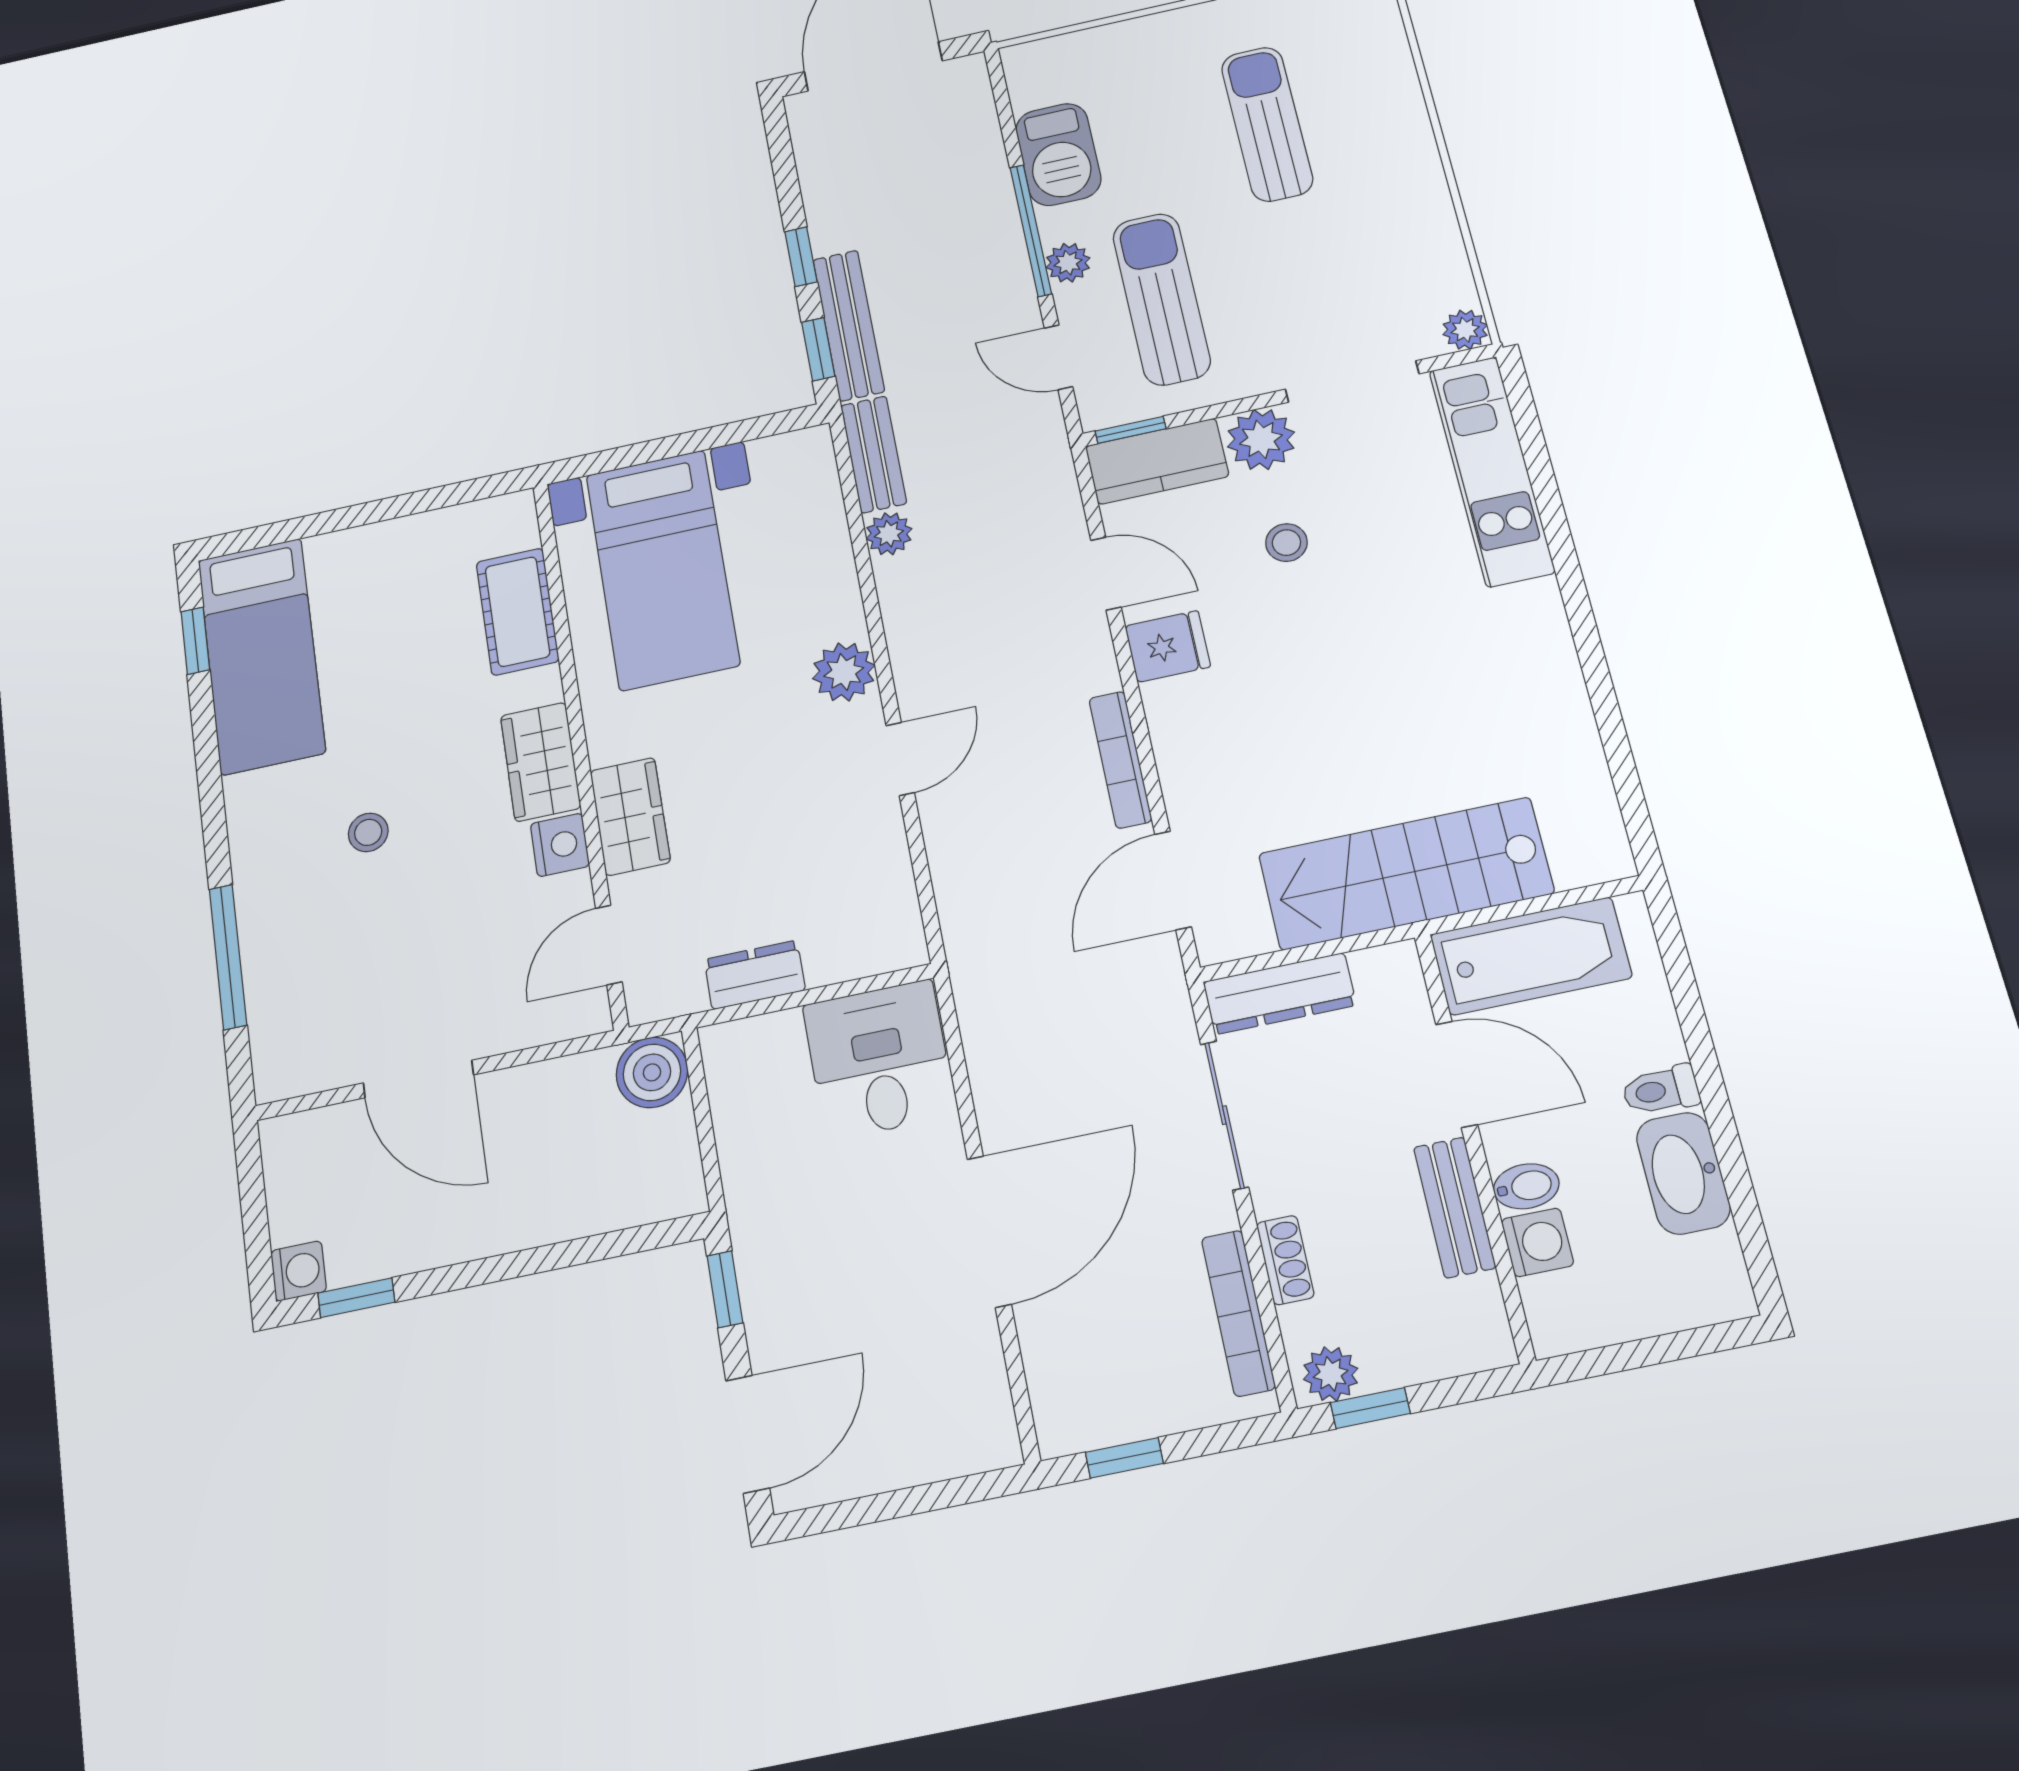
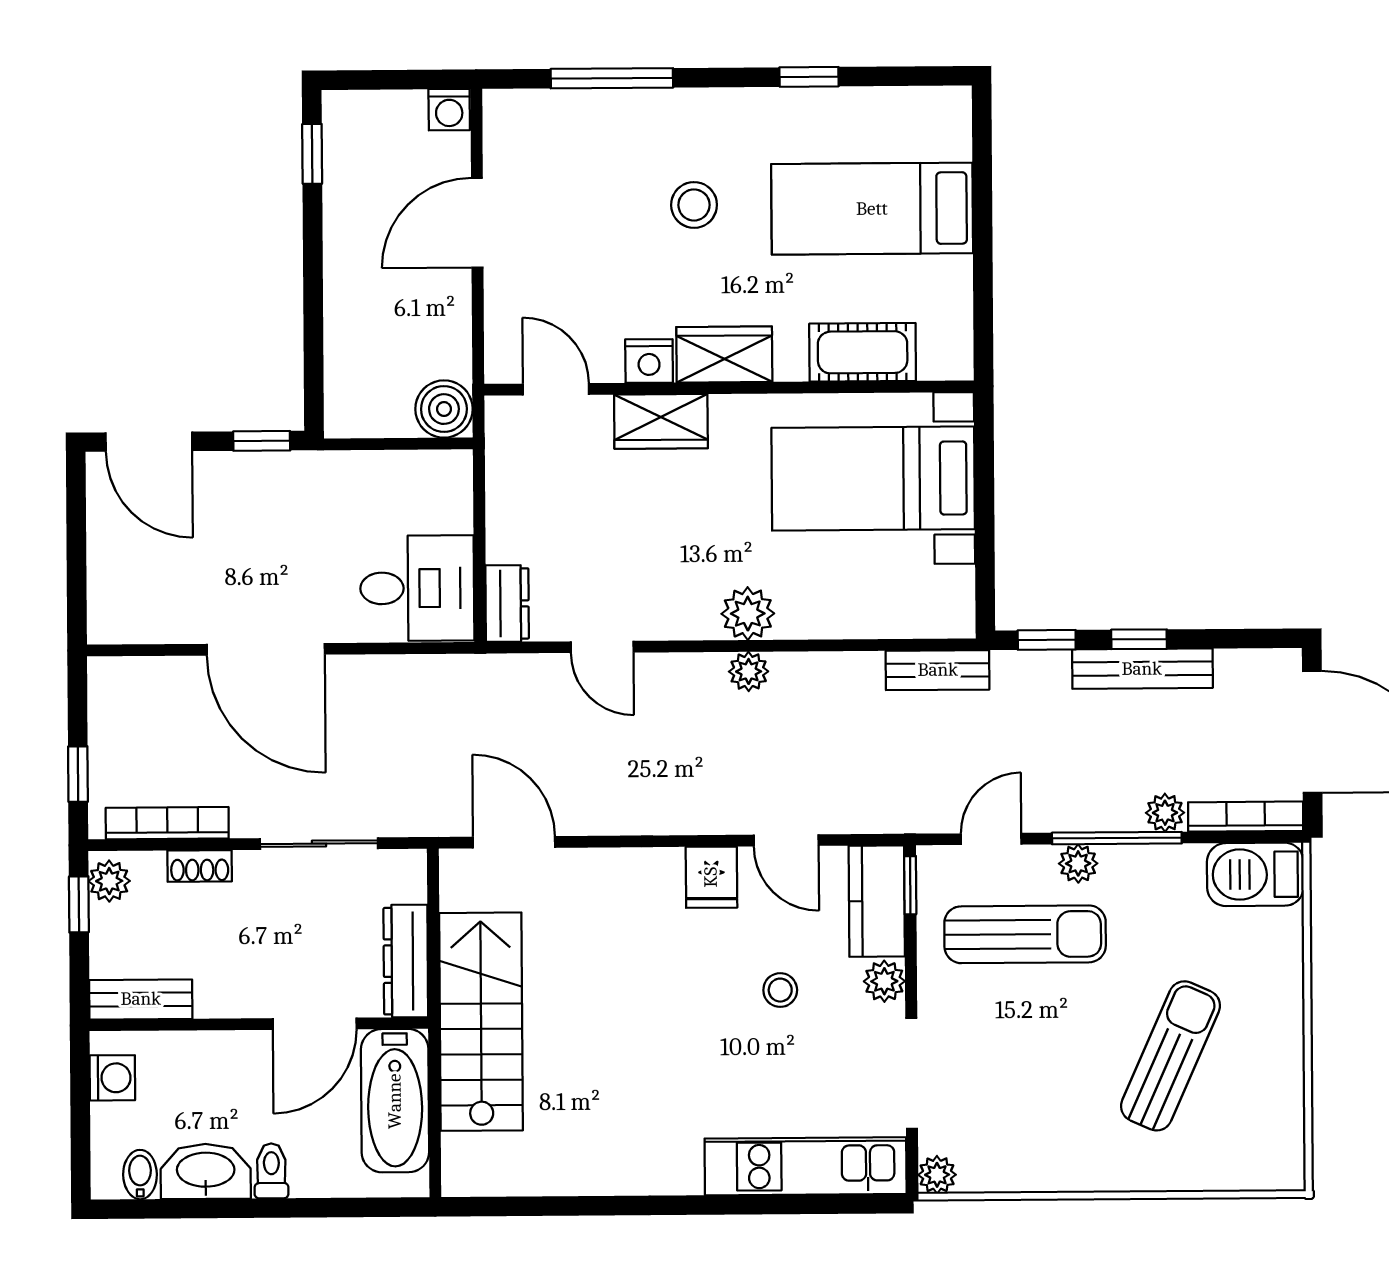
sun lounger: (1267, 124) -> (1171, 1056), turned -66
barbecue: (1058, 154) -> (1255, 874), moved
plant: (992, 189) -> (1165, 813), added
bench: (849, 325) -> (1142, 669), moved
plant: (1261, 439) -> (884, 981), width x0.73, depth x0.73
plant: (889, 534) -> (749, 671), moved
door: (1106, 574) -> (786, 840), hinge flipped
window: (195, 641) -> (809, 77), moved
bed: (261, 656) -> (872, 209), moved
door: (900, 759) -> (602, 647), moved
bookcase: (1120, 760) -> (1246, 817), moved
stool: (368, 832) -> (694, 205), width x1.37, depth x1.37
dresser: (755, 975) -> (507, 604), moved
dresser: (1280, 994) -> (406, 961), moved
bidet: (1526, 1186) -> (140, 1175), moved, turned 180
bench: (1455, 1207) -> (141, 999), moved
washing machine: (1537, 1242) -> (112, 1078), moved, turned -90
washing machine: (299, 1271) -> (449, 110), moved
window: (1124, 1458) -> (78, 774), moved

